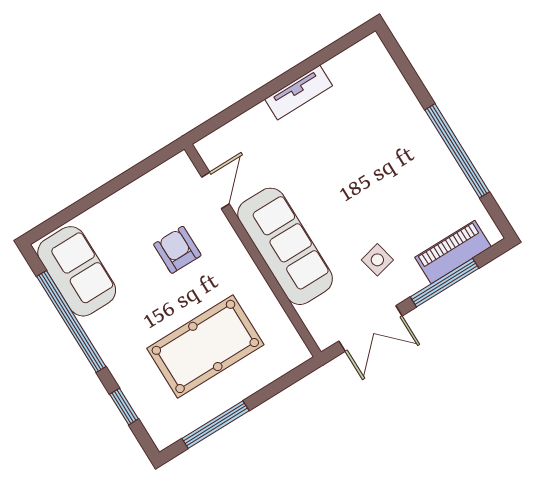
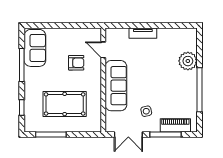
tv unit: (299, 93) -> (143, 33), moved
plant: (398, 108) -> (188, 61), added
door: (216, 190) -> (103, 50), swing flipped
armchair: (177, 250) -> (76, 63), turned 90
window: (71, 321) -> (22, 65), width x0.68

